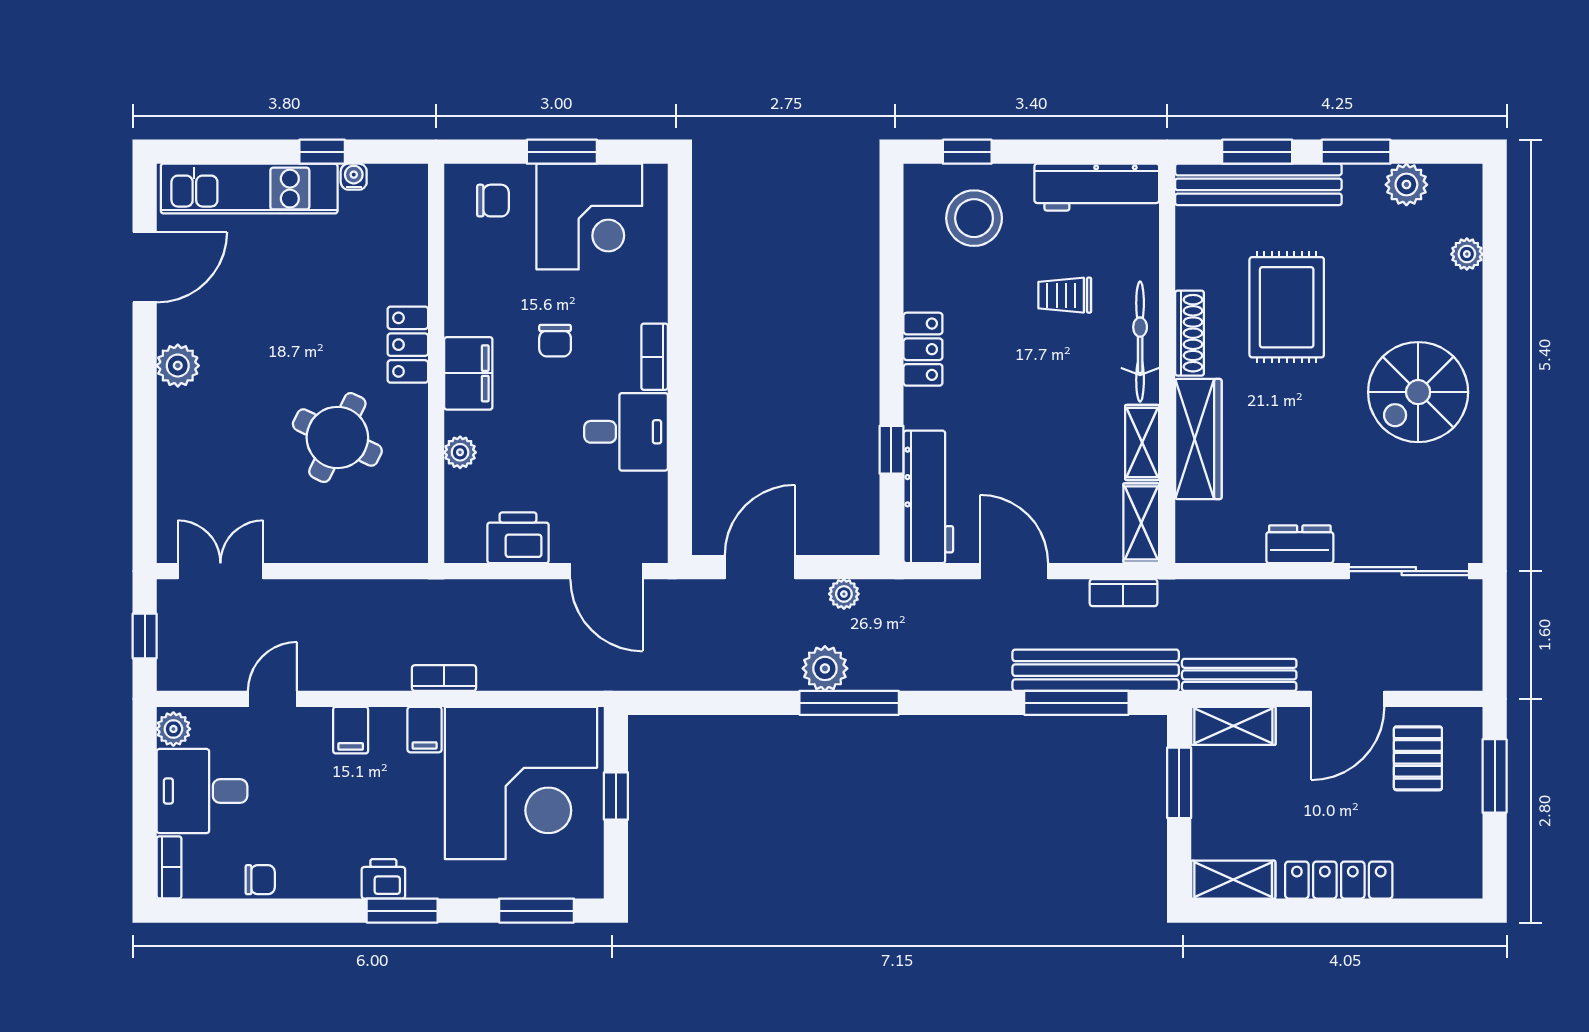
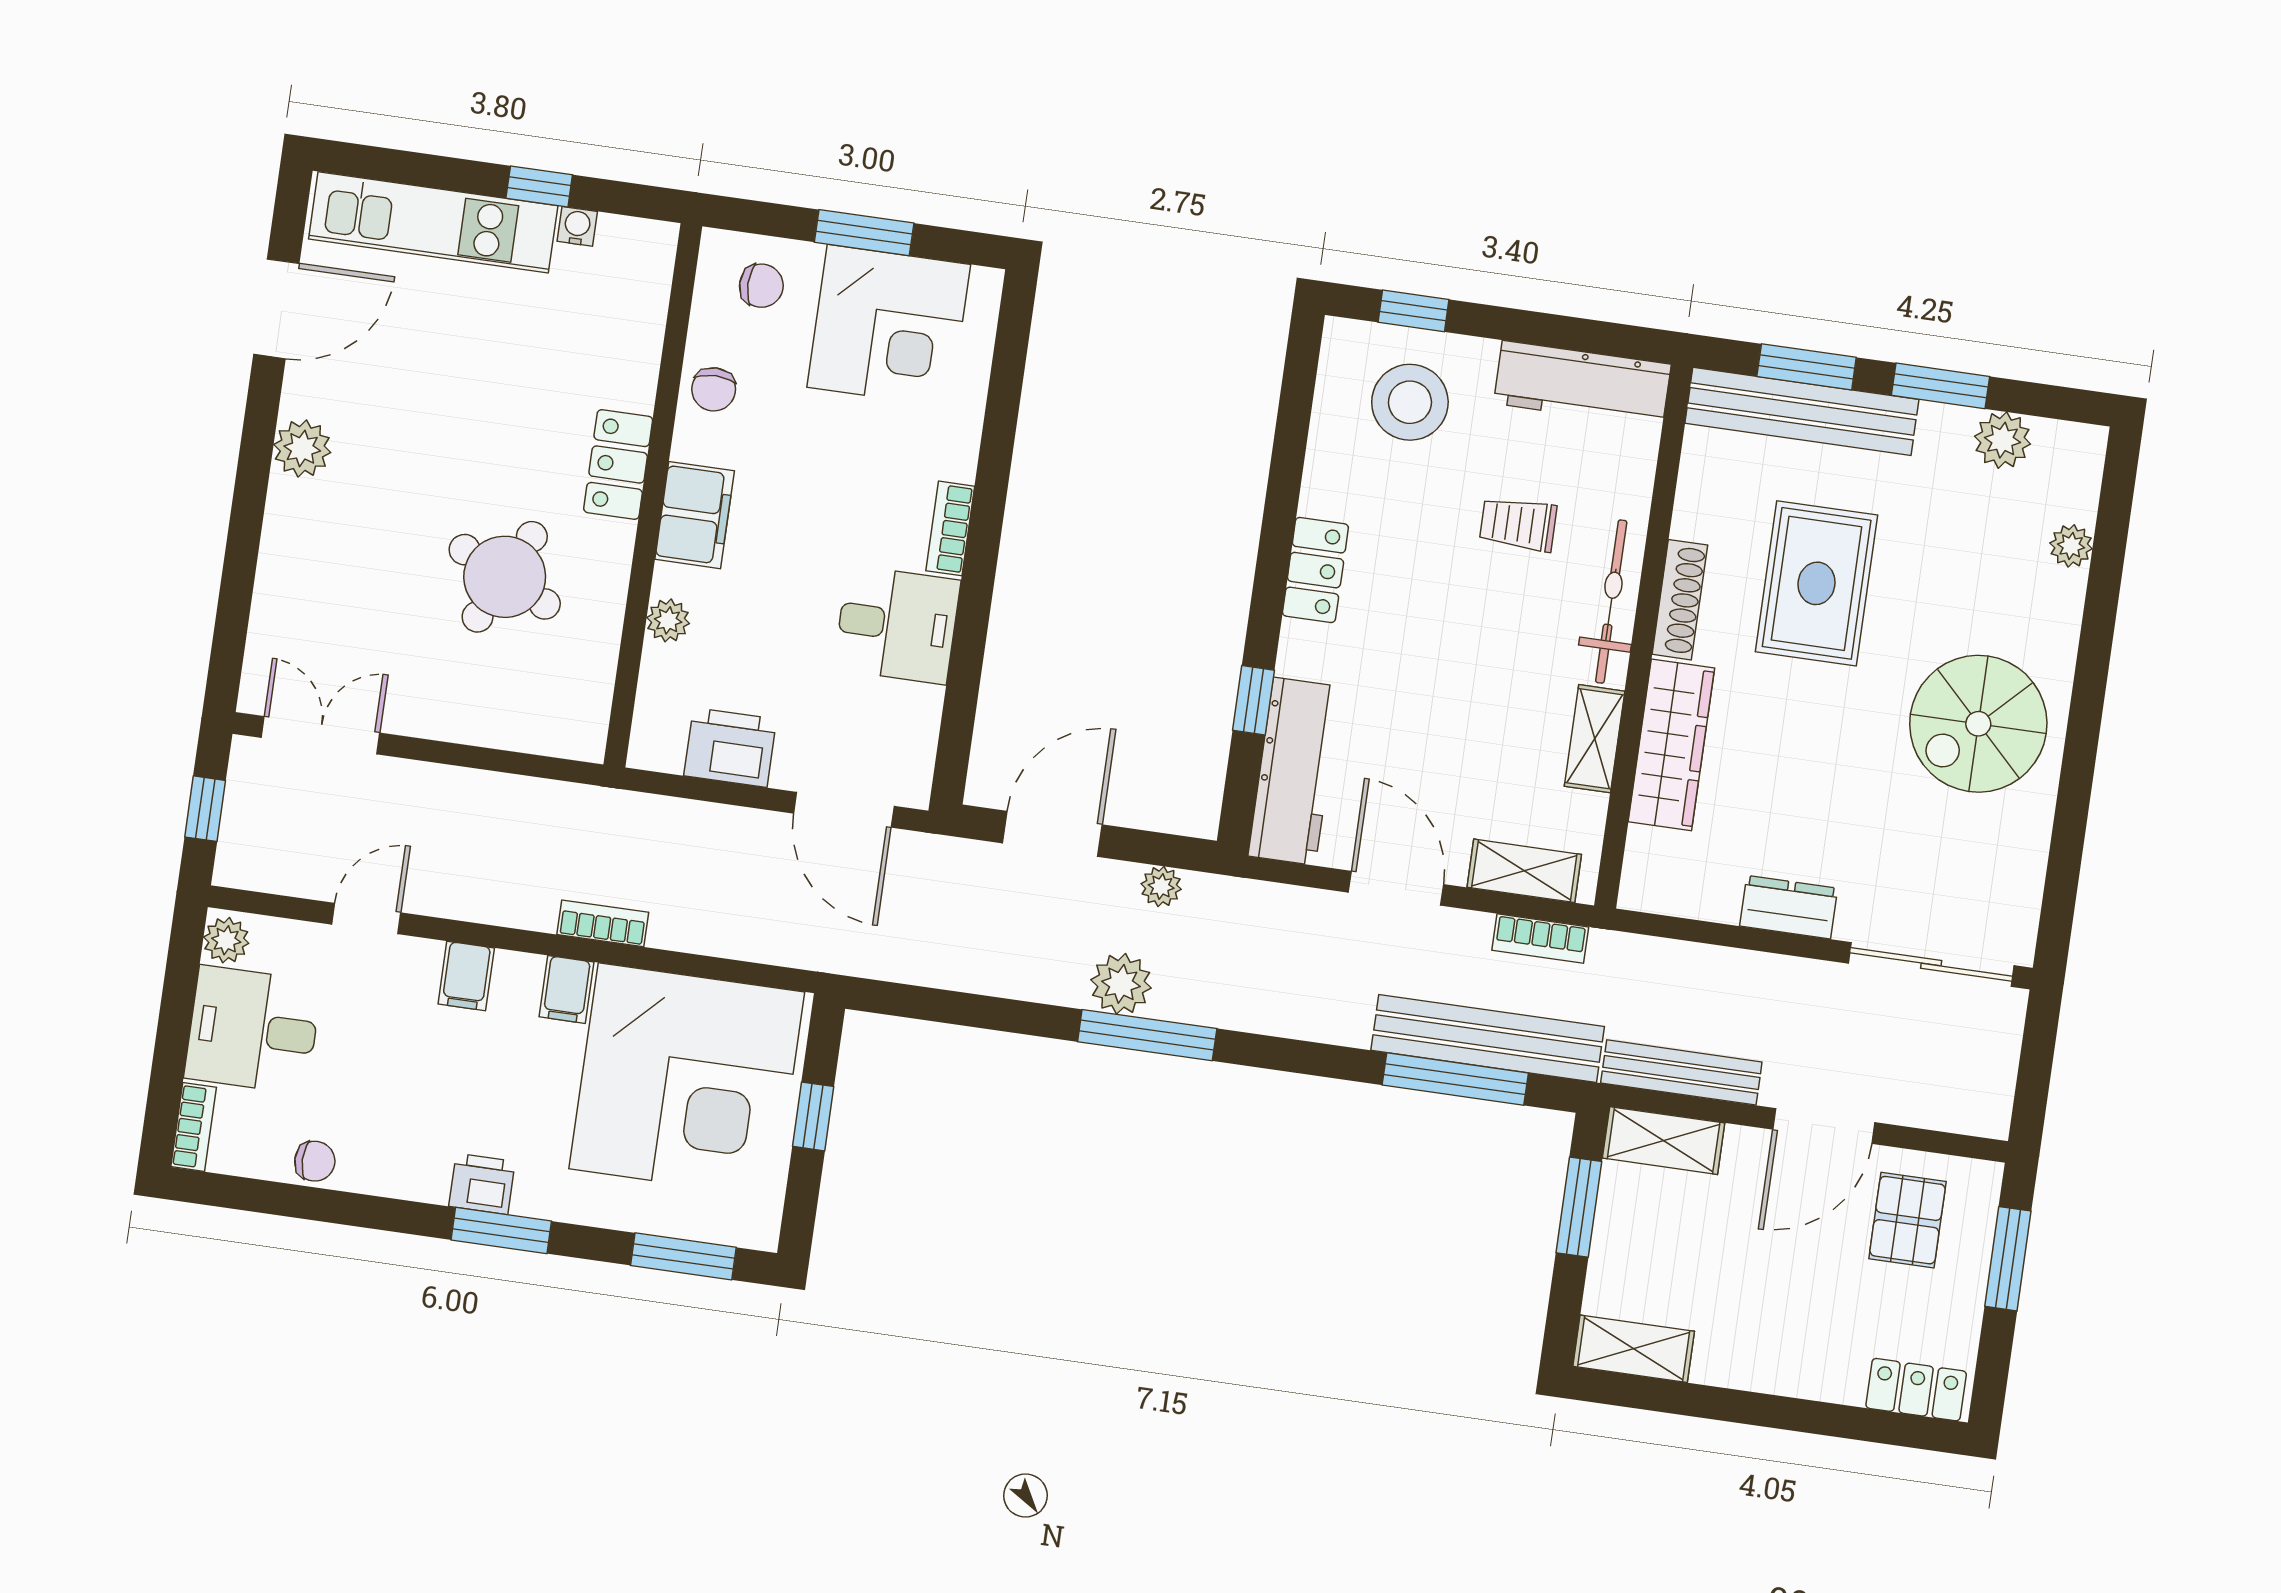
chair: (555, 341) -> (714, 389), moved
shelving: (1141, 523) -> (1524, 871), moved, turned 90
locker: (1339, 880) -> (1916, 1390), moved, width x0.66

